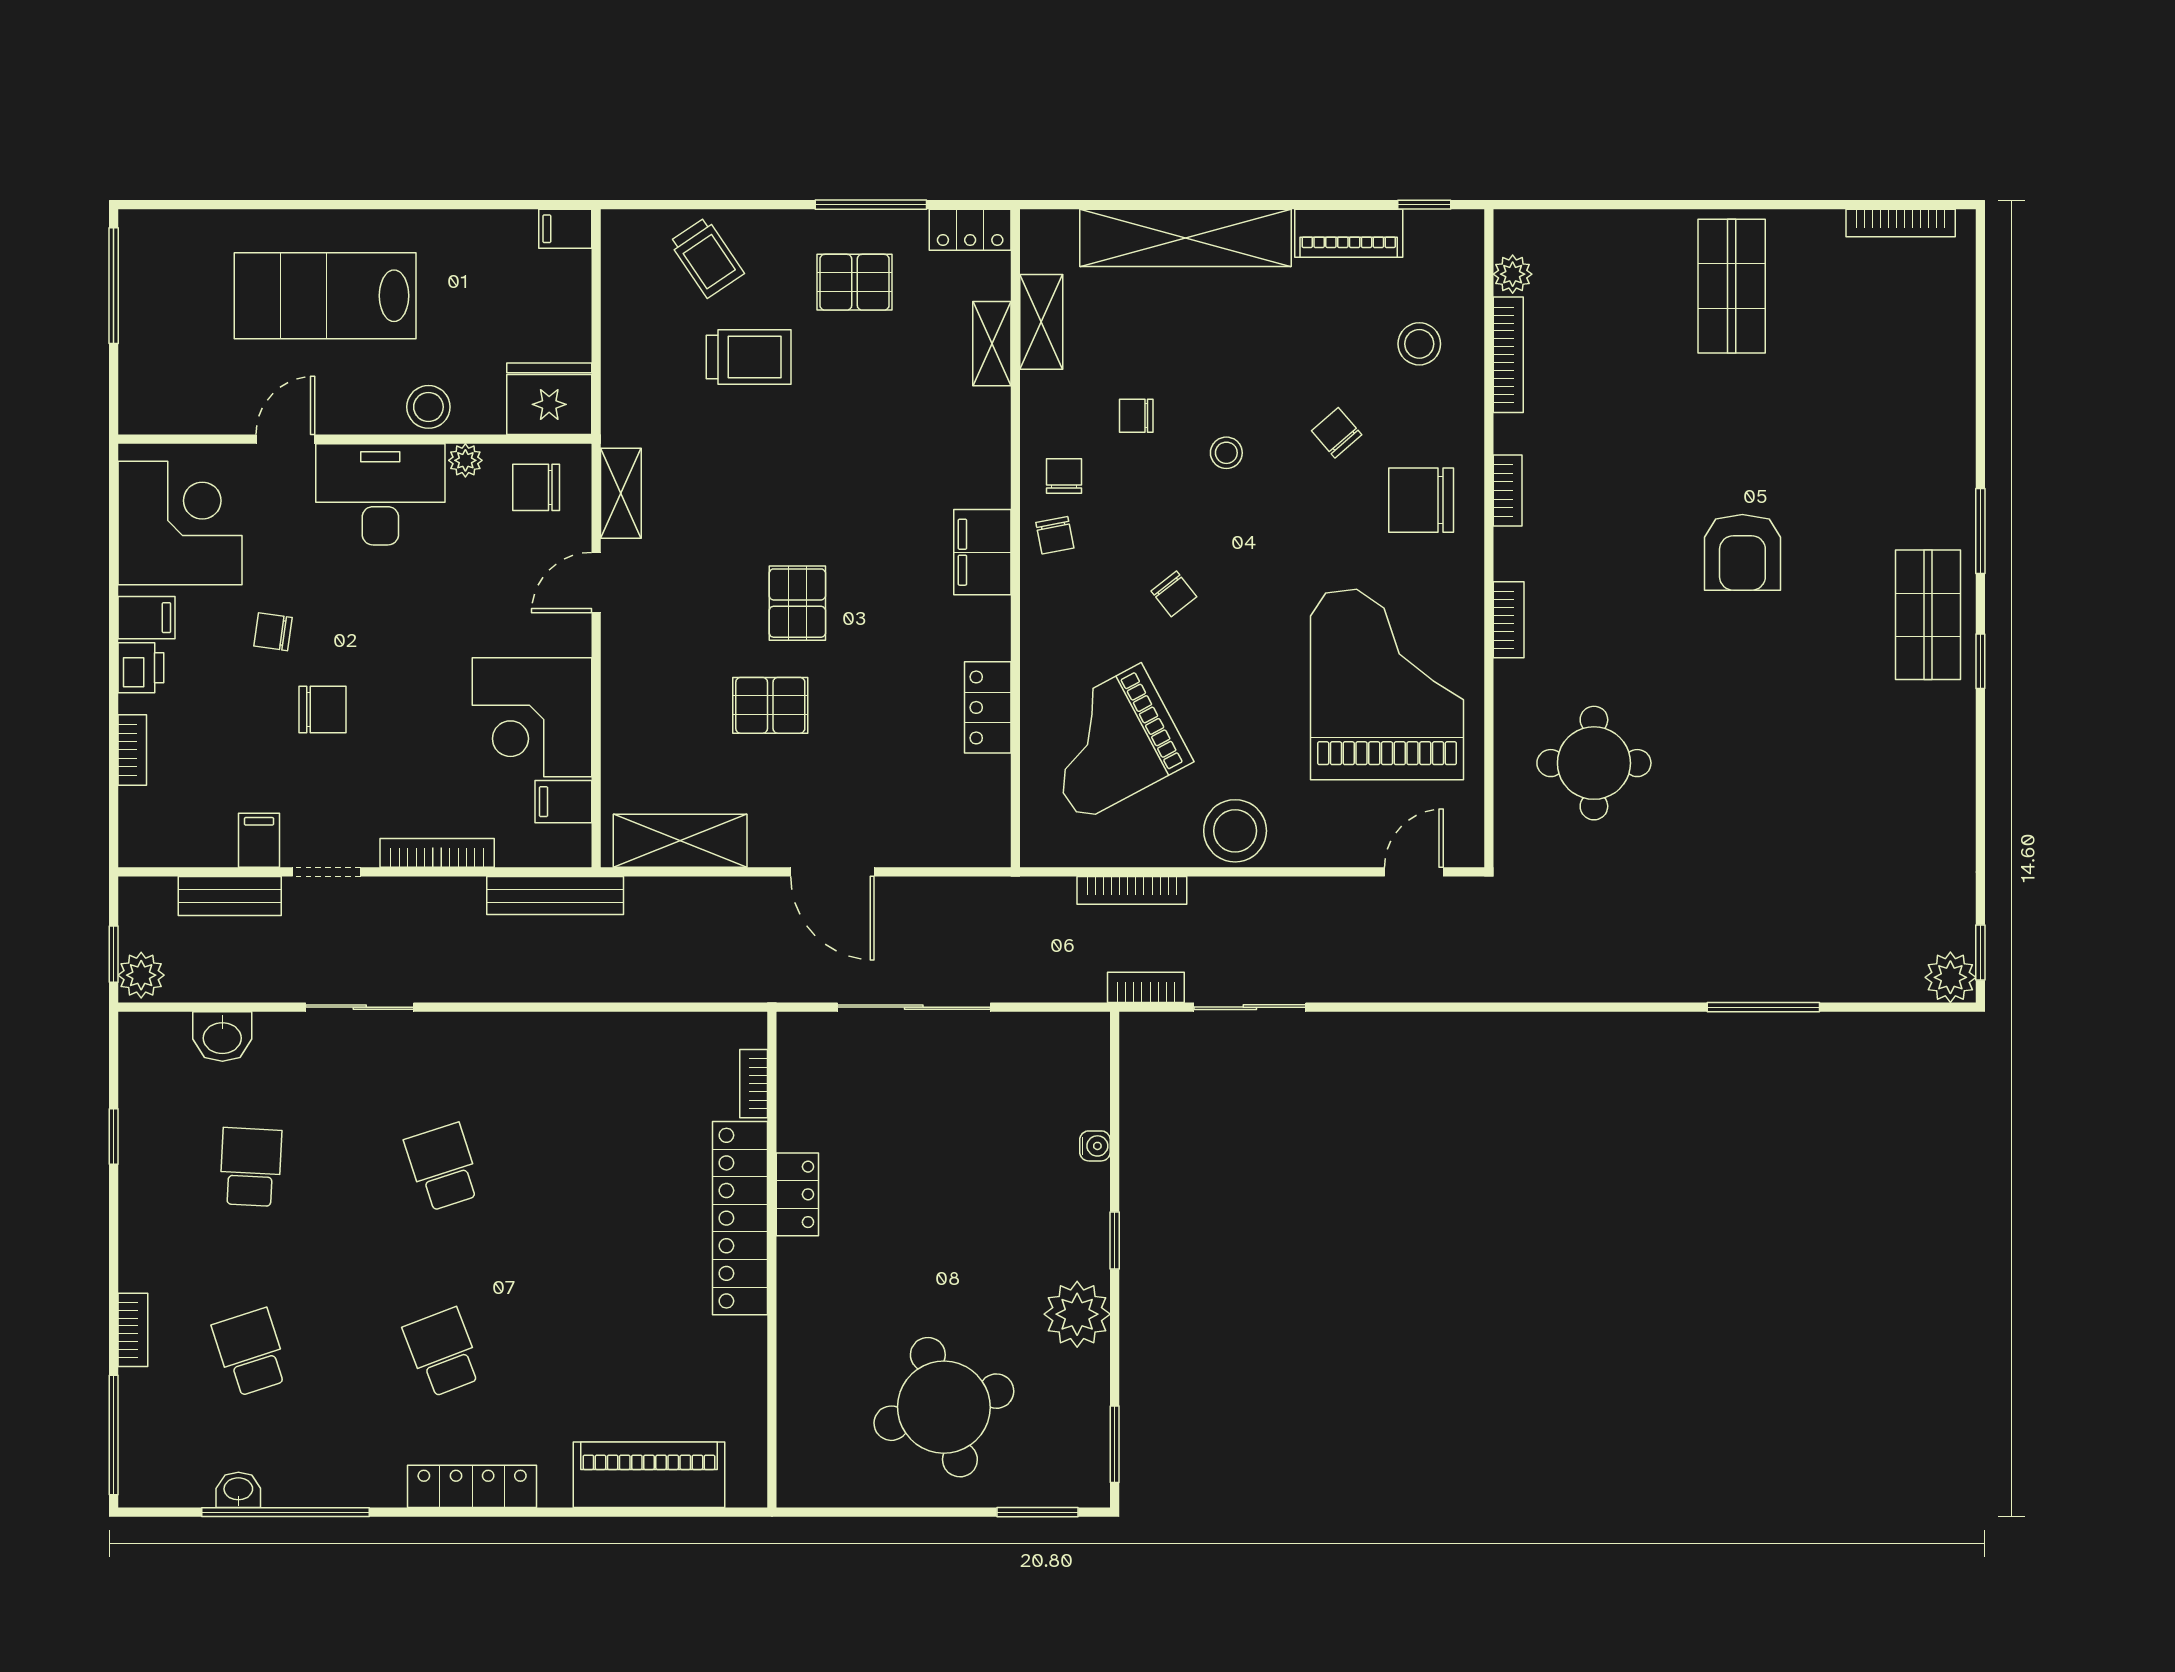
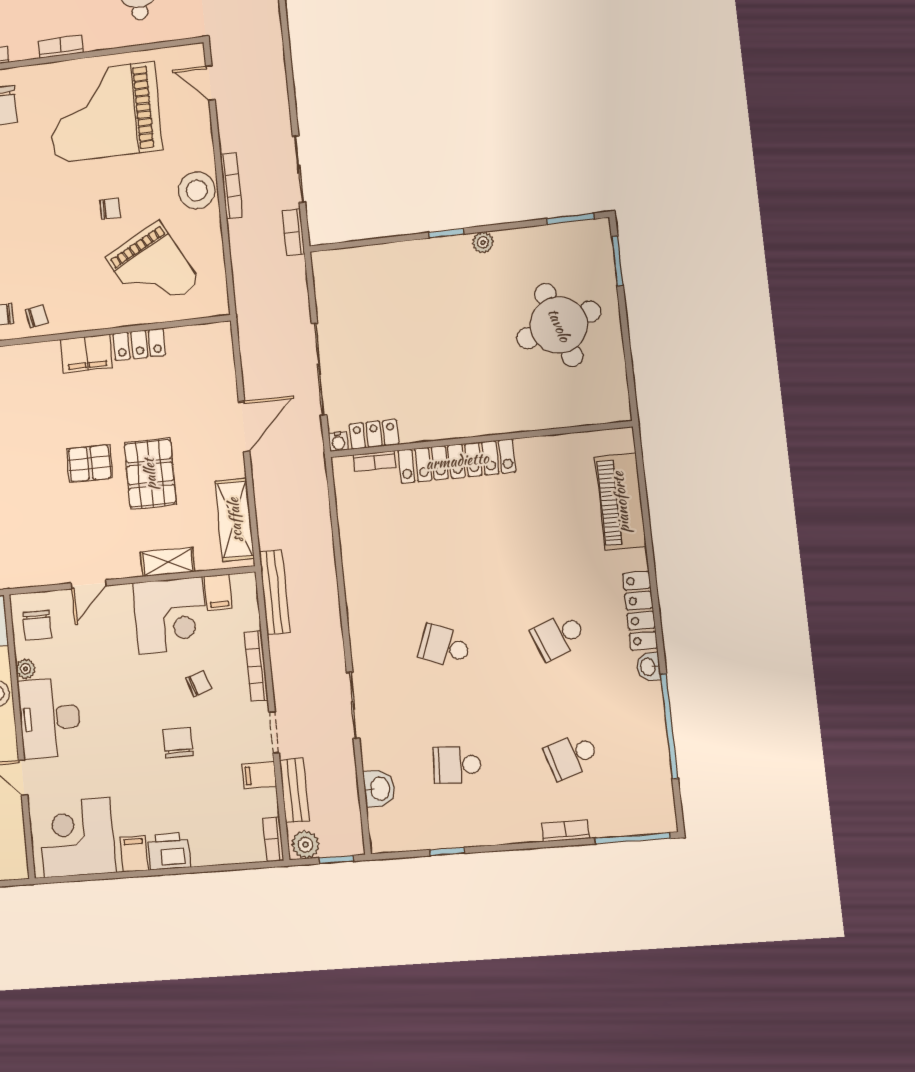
shelving: (621, 493) -> (168, 562), moved
filing cabinet: (982, 552) -> (86, 353), moved
door: (596, 583) -> (89, 584), hinge flipped
chair: (1174, 594) -> (110, 209), moved, turned 38
chair: (273, 632) -> (199, 683), moved, turned -117
printer: (141, 668) -> (169, 851), width x1.36, depth x1.24
pallet: (770, 705) -> (150, 474), width x1.50, depth x1.42
bookcase: (132, 750) -> (273, 839), moved, turned -90
bookcase: (1132, 890) -> (231, 186), moved
plant: (141, 975) -> (306, 845), moved
water cooler: (1095, 1146) -> (338, 442), moved, turned 180
school desk: (443, 1167) -> (445, 646), turned 39
locker: (797, 1194) -> (374, 434), moved
plant: (1077, 1314) -> (483, 242), width x0.53, depth x0.53
washbasin: (238, 1490) -> (648, 667), moved

